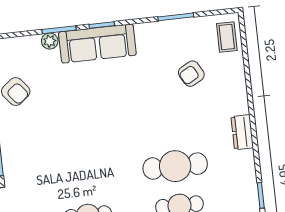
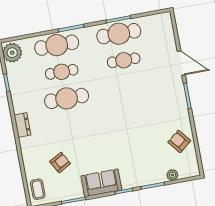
plant: (50, 41) -> (172, 175), moved
sofa: (97, 44) -> (101, 183), moved, width x0.73

